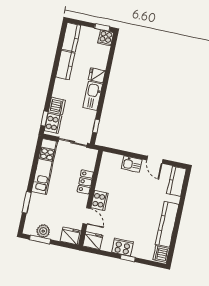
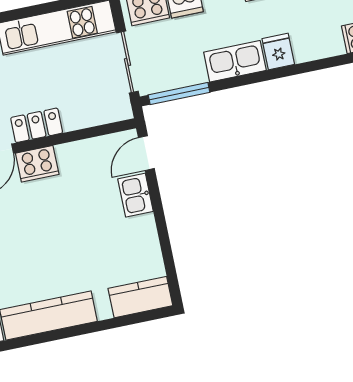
window: (96, 126) -> (179, 94), width x2.17
door: (155, 160) -> (146, 153), moved
locker: (85, 182) -> (37, 125), moved

